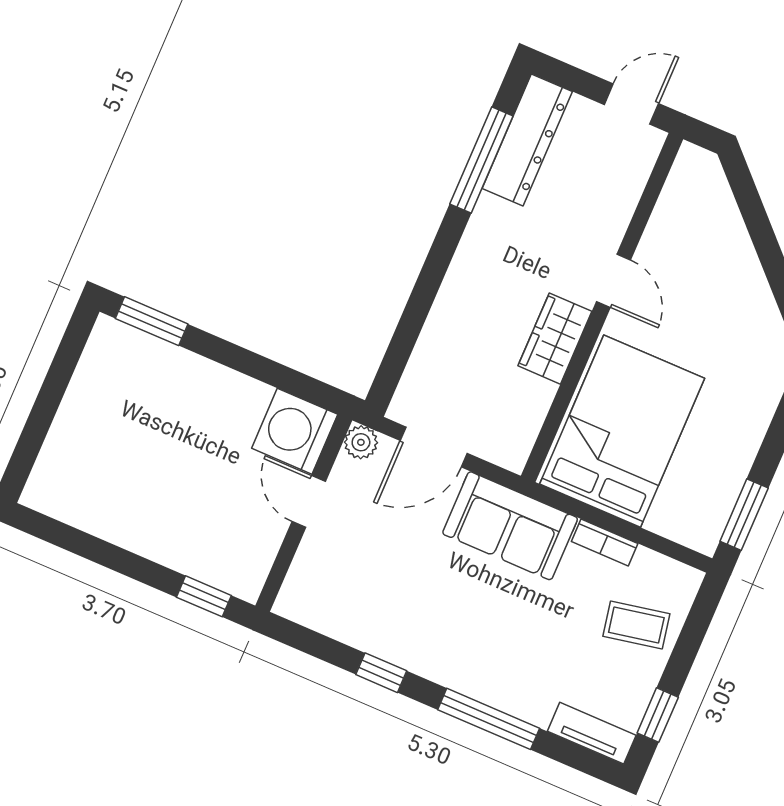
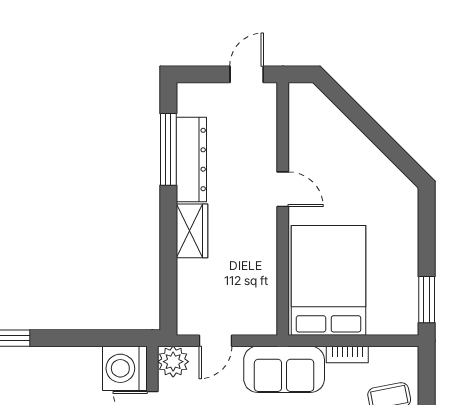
dresser: (527, 140) -> (191, 159), moved
wardrobe: (555, 339) -> (192, 231), moved, turned 180
plant: (361, 442) -> (173, 362), width x1.38, depth x1.38
door: (434, 447) -> (215, 341), width x0.73

